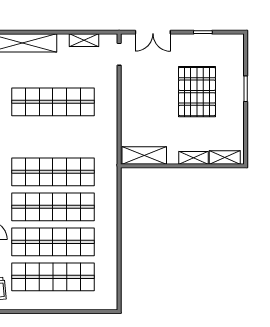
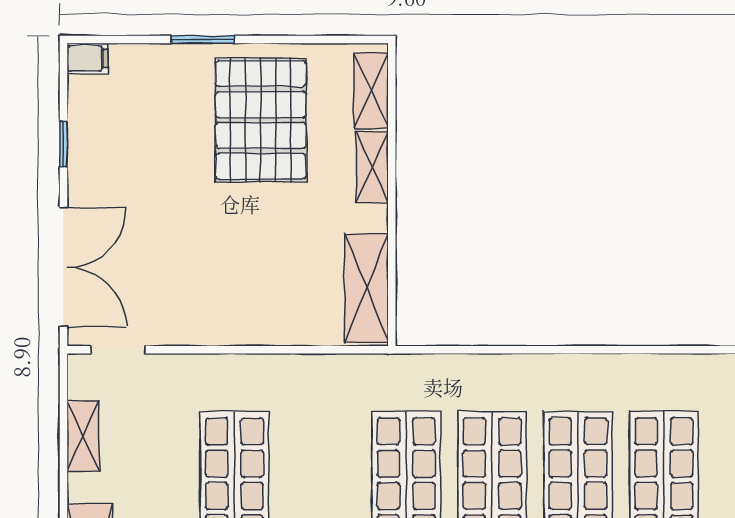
double door: (153, 32) -> (63, 267), width x1.37
filing cabinet: (238, 42) -> (88, 58), added
pallet: (197, 92) -> (261, 120), moved, turned 90

